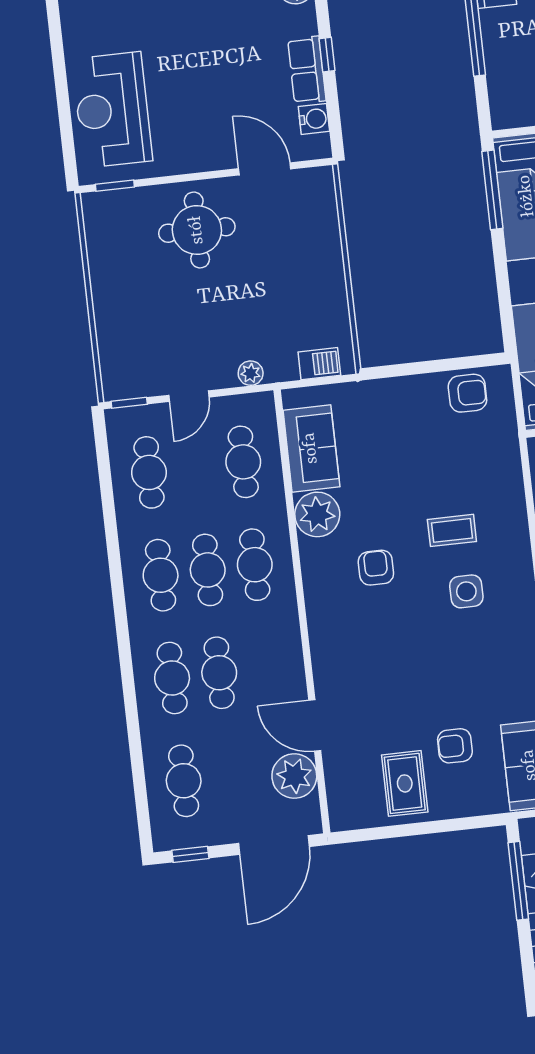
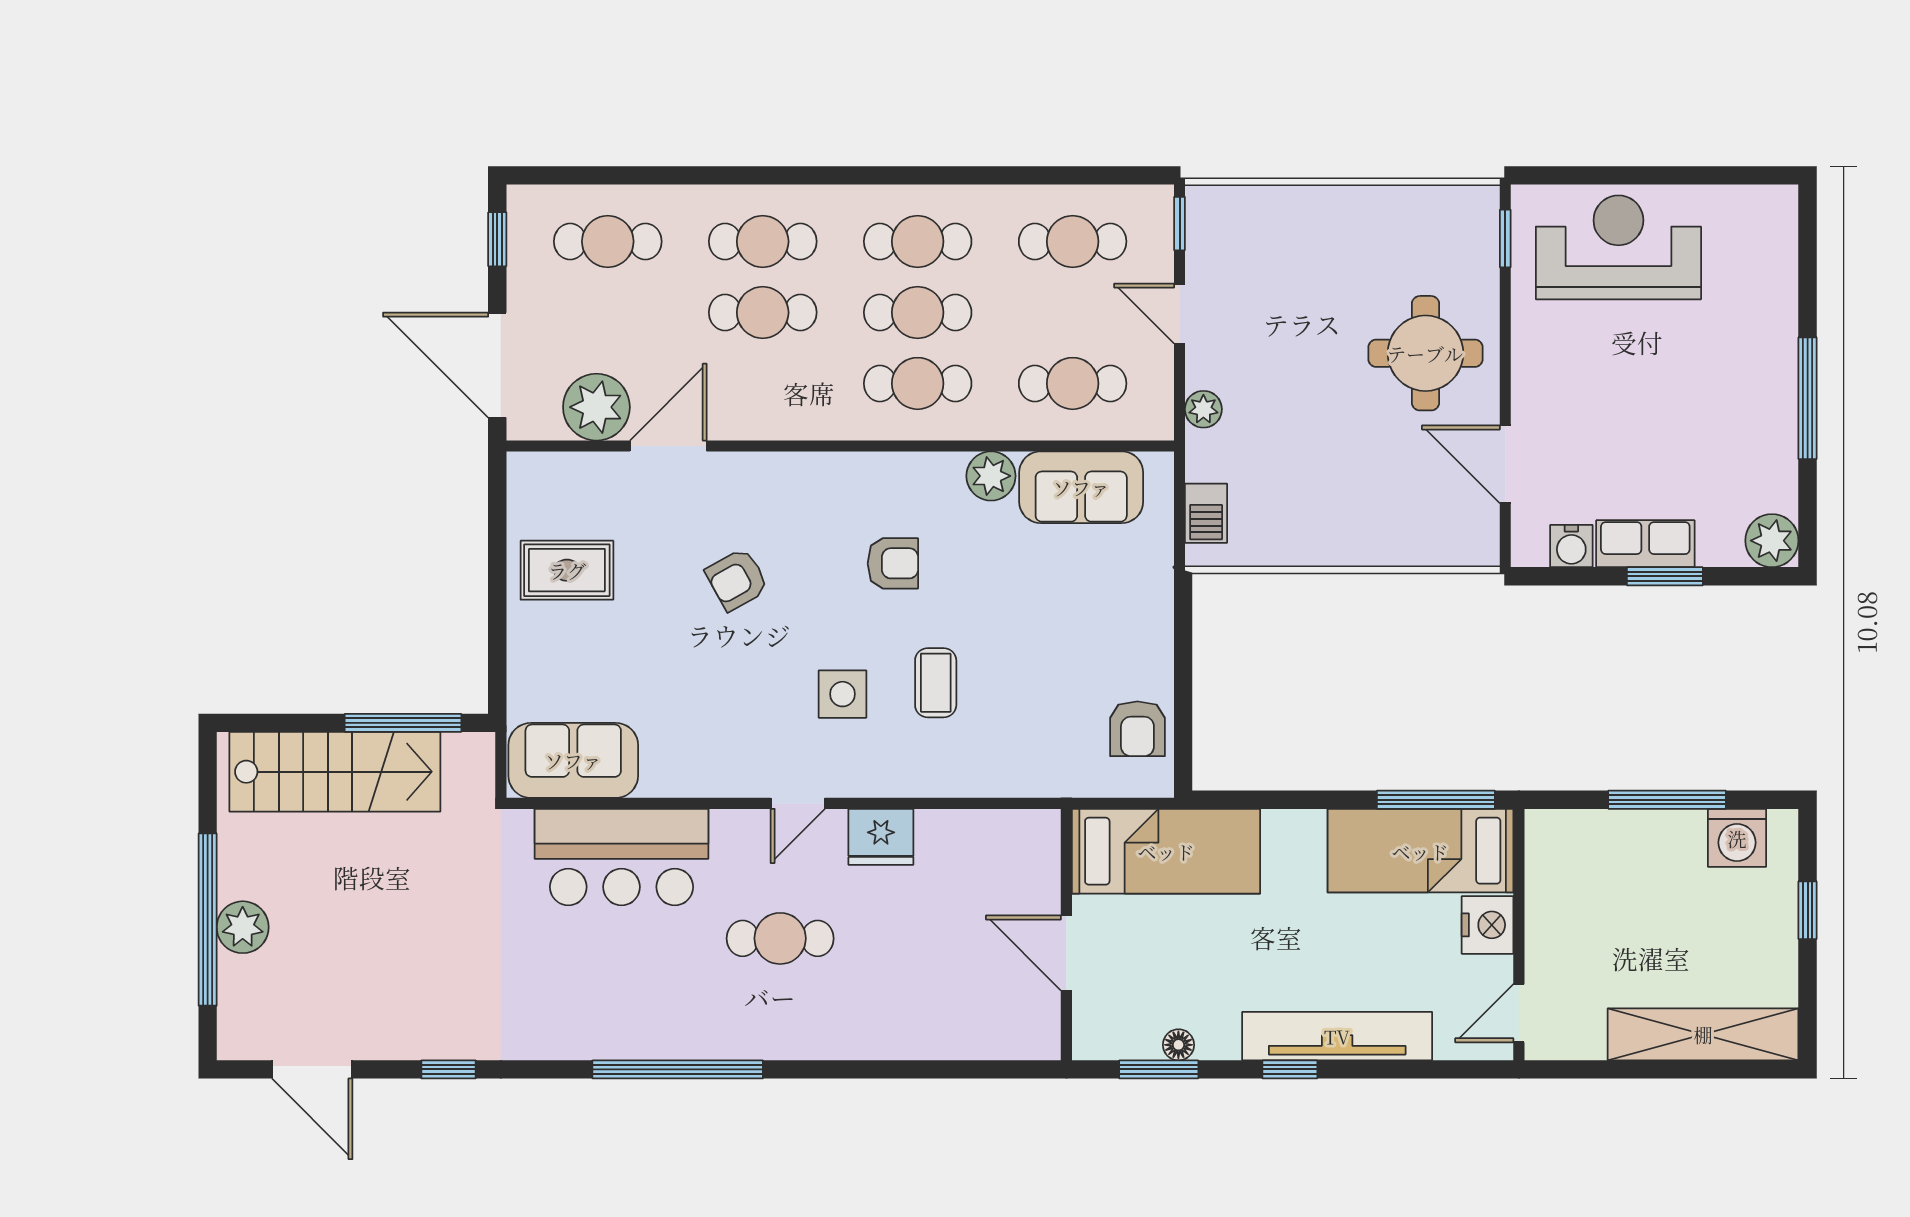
window: (327, 55) -> (1665, 576), width x1.50
door: (265, 169) -> (1505, 464), swing flipped
plant: (317, 514) -> (991, 476), width x0.73, depth x0.73
armchair: (455, 746) -> (737, 580), moved, turned -119

